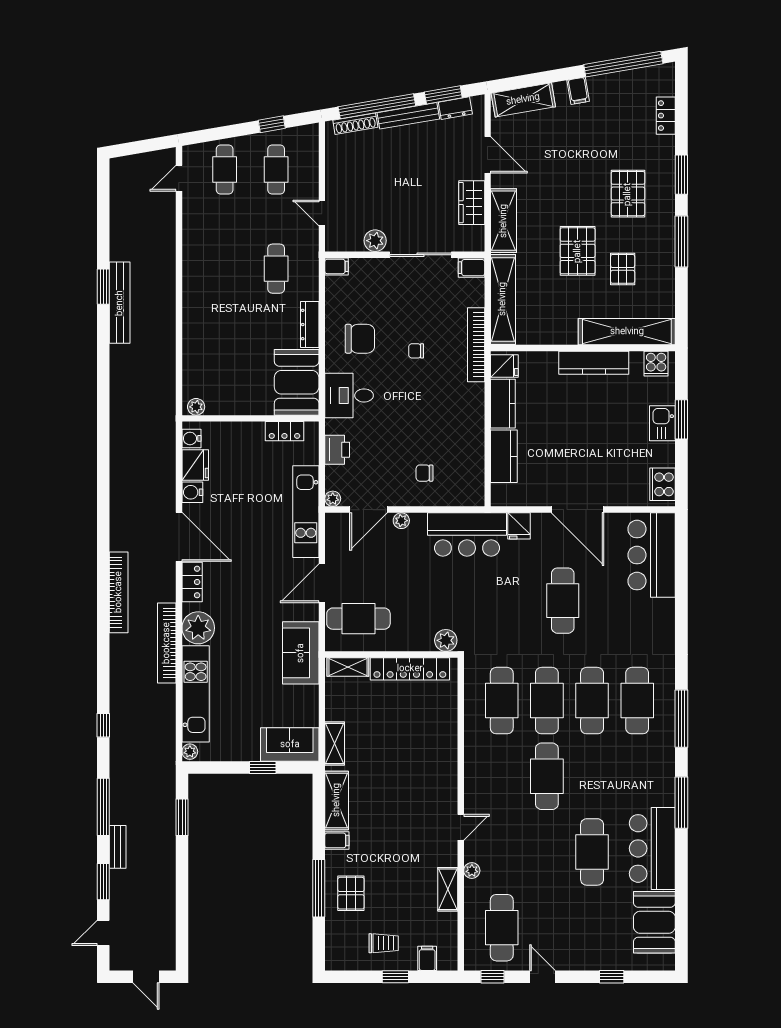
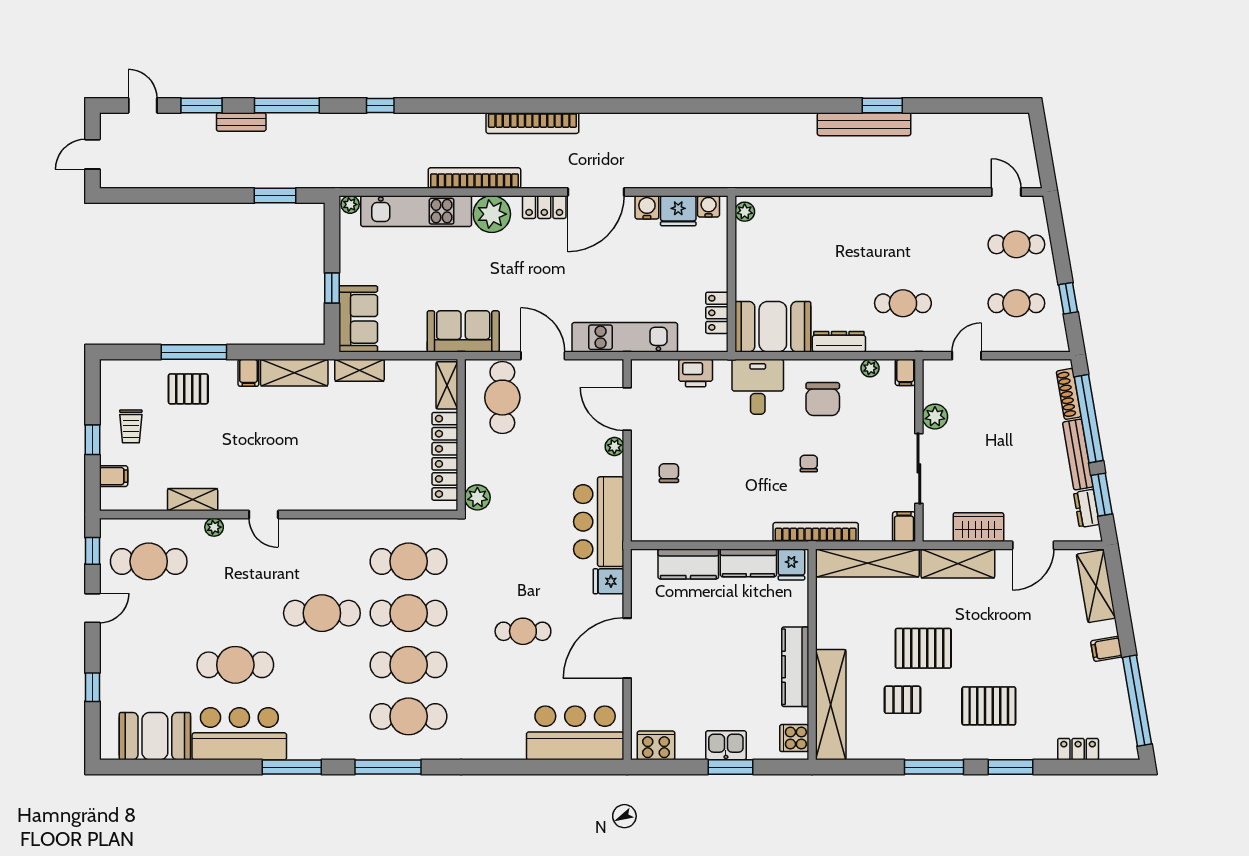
plant: (333, 499) -> (870, 368), moved
cafe table: (563, 601) -> (523, 631), width x0.73, depth x0.74

